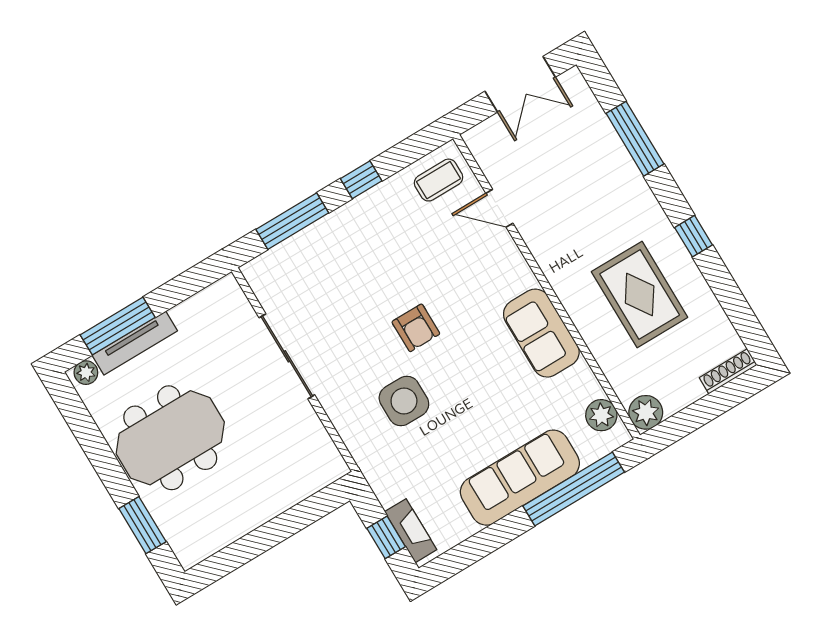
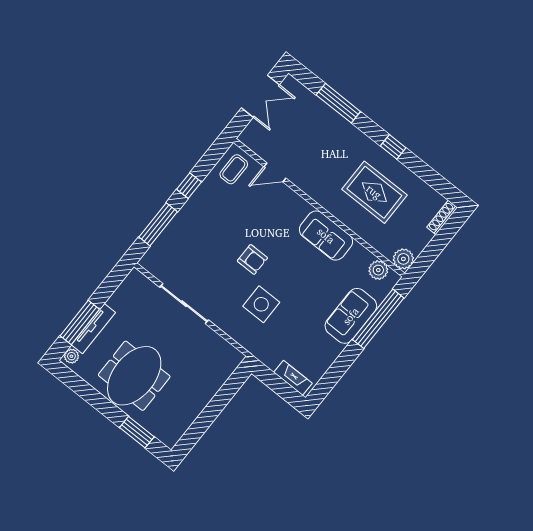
sofa: (520, 478) -> (351, 316), width x0.73
window: (386, 537) -> (280, 387), removed

